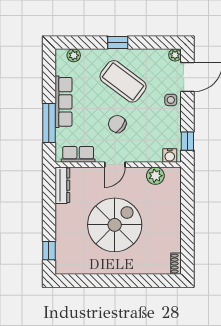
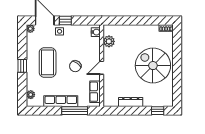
coffee table: (123, 81) -> (48, 62), turned -37
window: (187, 141) -> (65, 21), moved
door: (115, 165) -> (102, 68), swing flipped
dresser: (62, 185) -> (131, 102), moved
spiral stairs: (115, 225) -> (153, 66), moved

